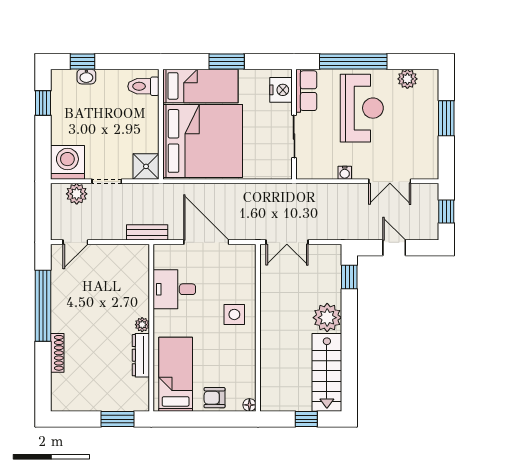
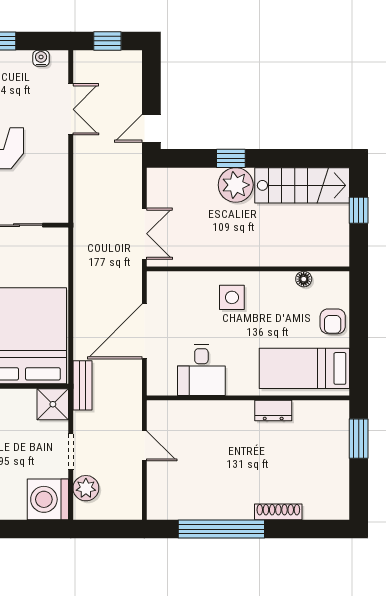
water cooler: (345, 173) -> (41, 58), moved, turned -90
bench: (147, 232) -> (83, 385), moved
door: (75, 242) -> (144, 446), moved
door: (394, 248) -> (151, 128), moved
window: (349, 277) -> (231, 158), moved
plant: (142, 325) -> (244, 409), removed
dresser: (141, 355) -> (273, 410), width x0.70
floor lamp: (249, 405) -> (304, 279), moved

